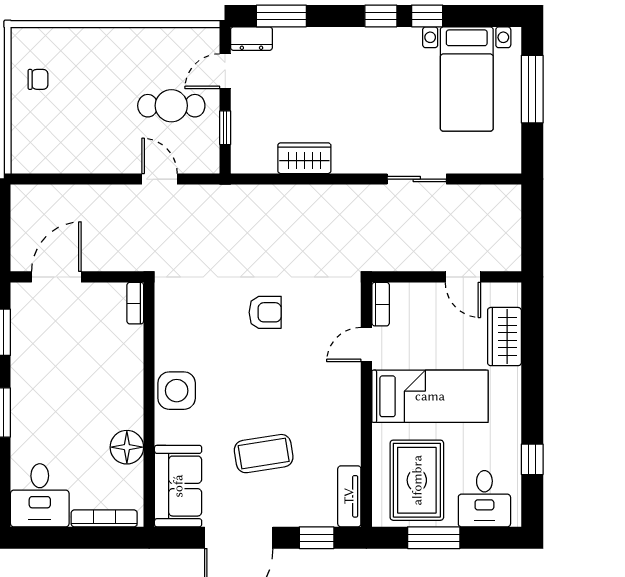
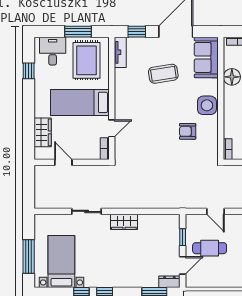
wardrobe: (304, 158) -> (124, 222), moved
armchair: (265, 312) -> (188, 131), moved

